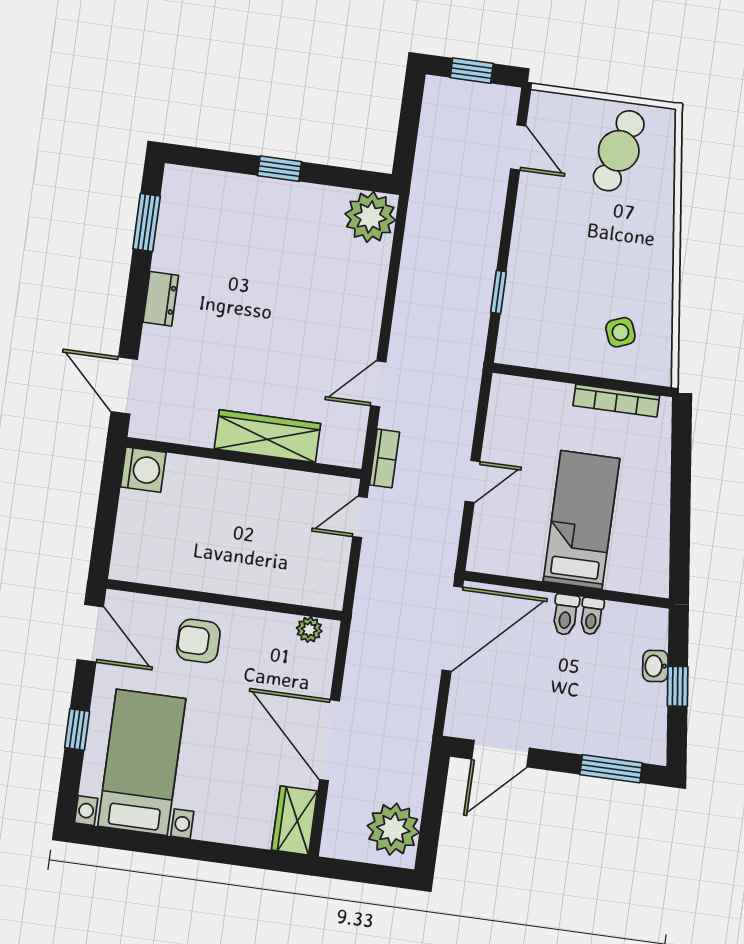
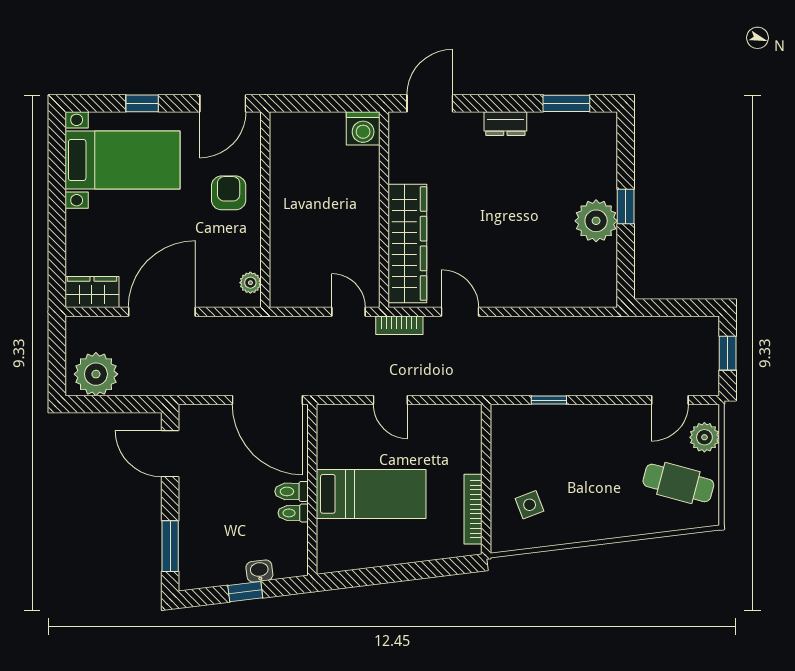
plant: (568, 112) -> (704, 437), added
plant: (370, 217) -> (596, 221), moved
wardrobe: (267, 436) -> (407, 244), width x1.40, depth x1.17

